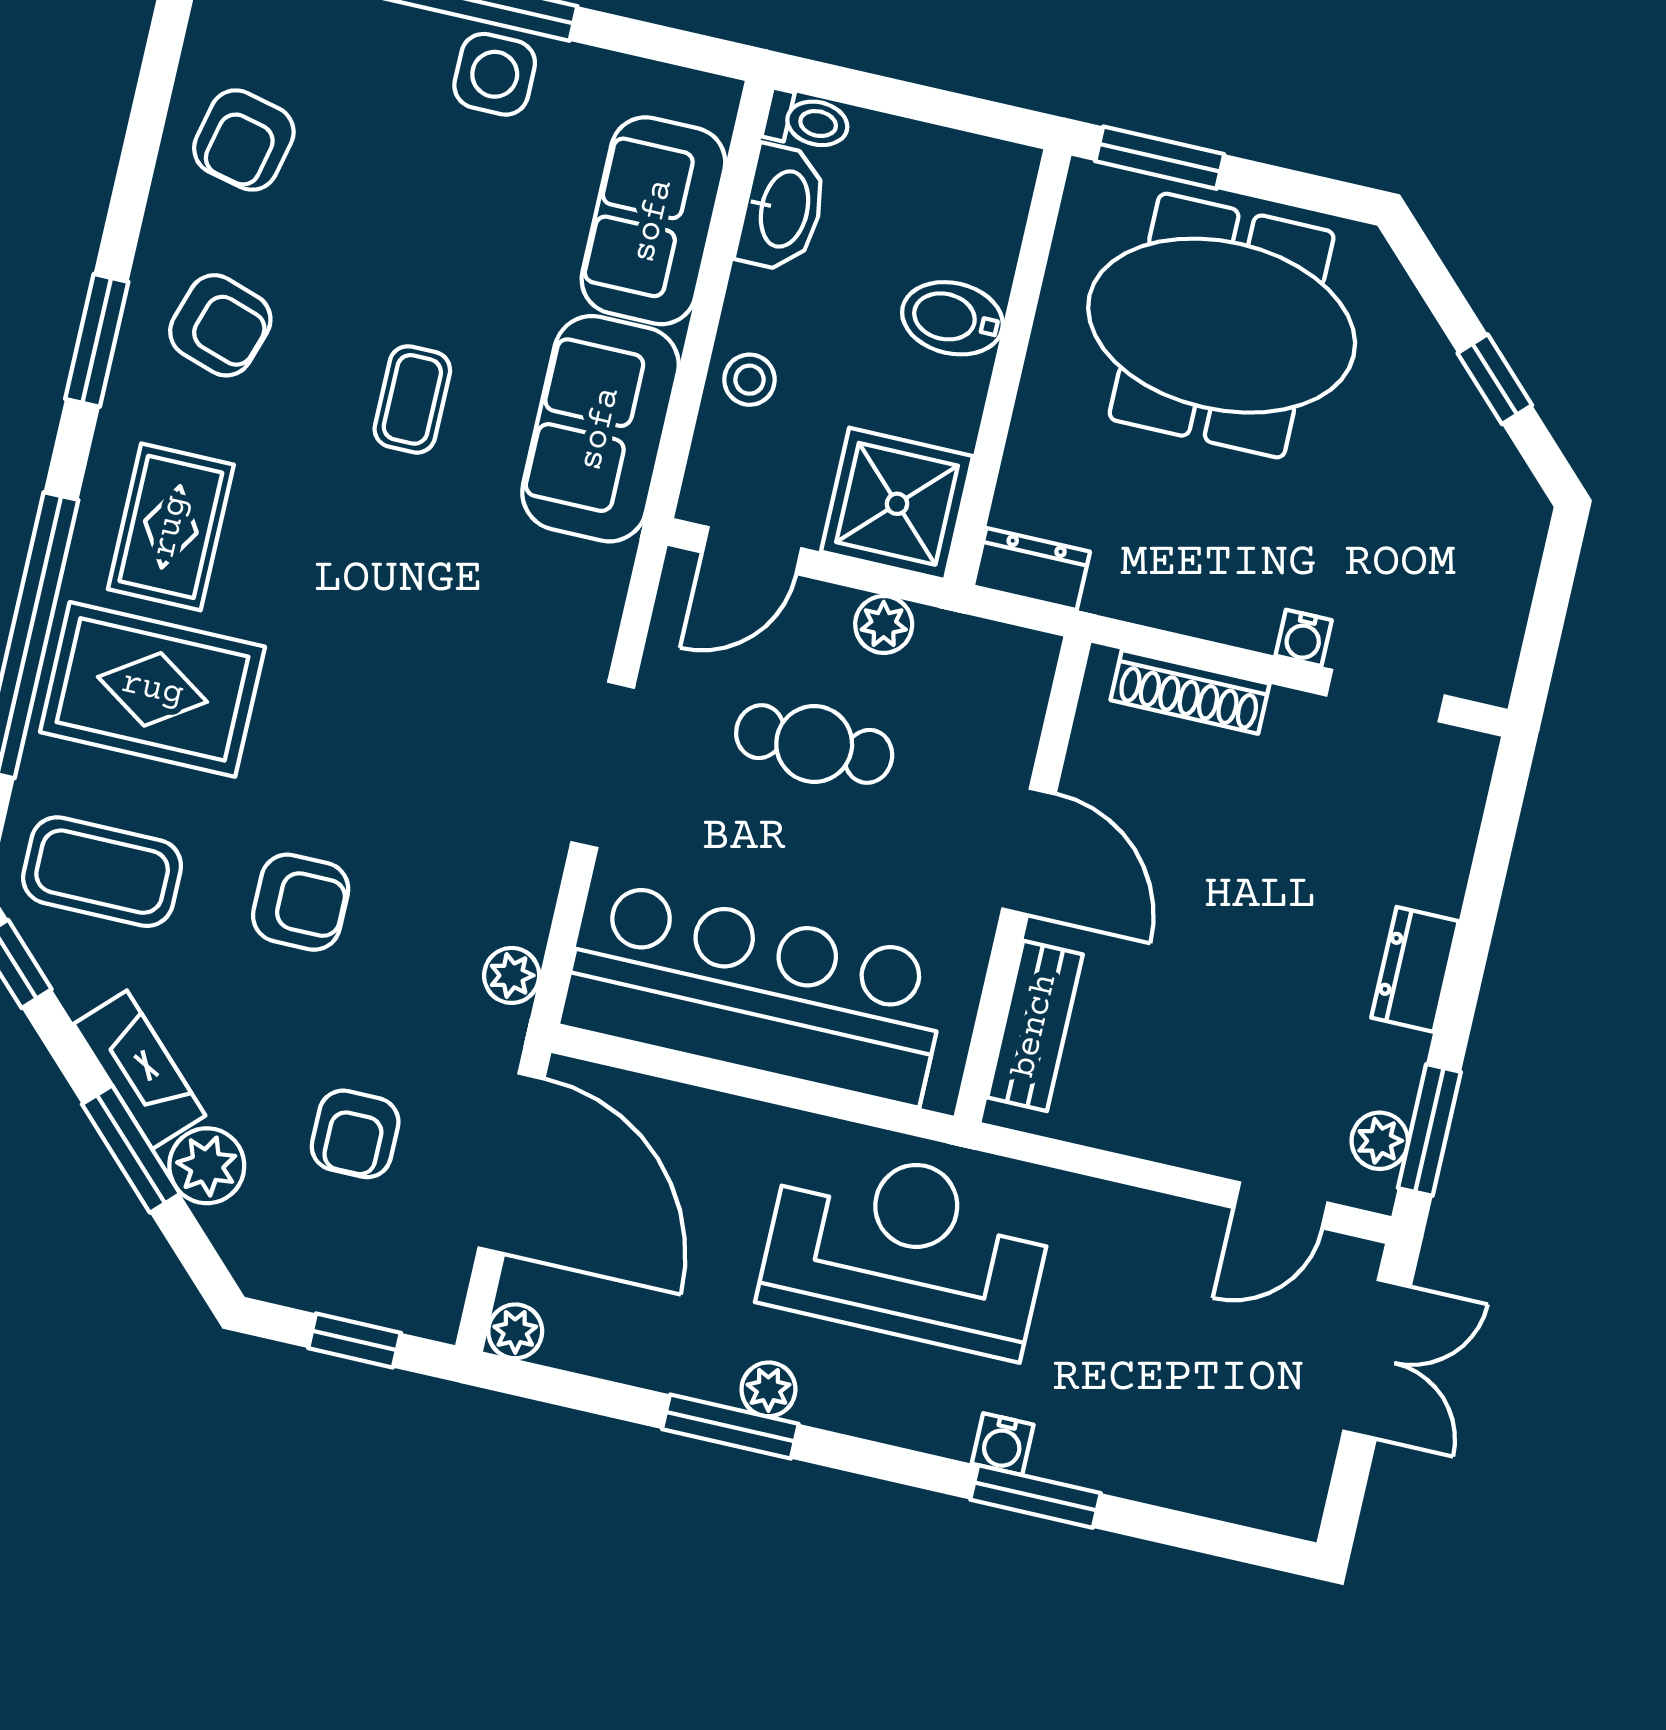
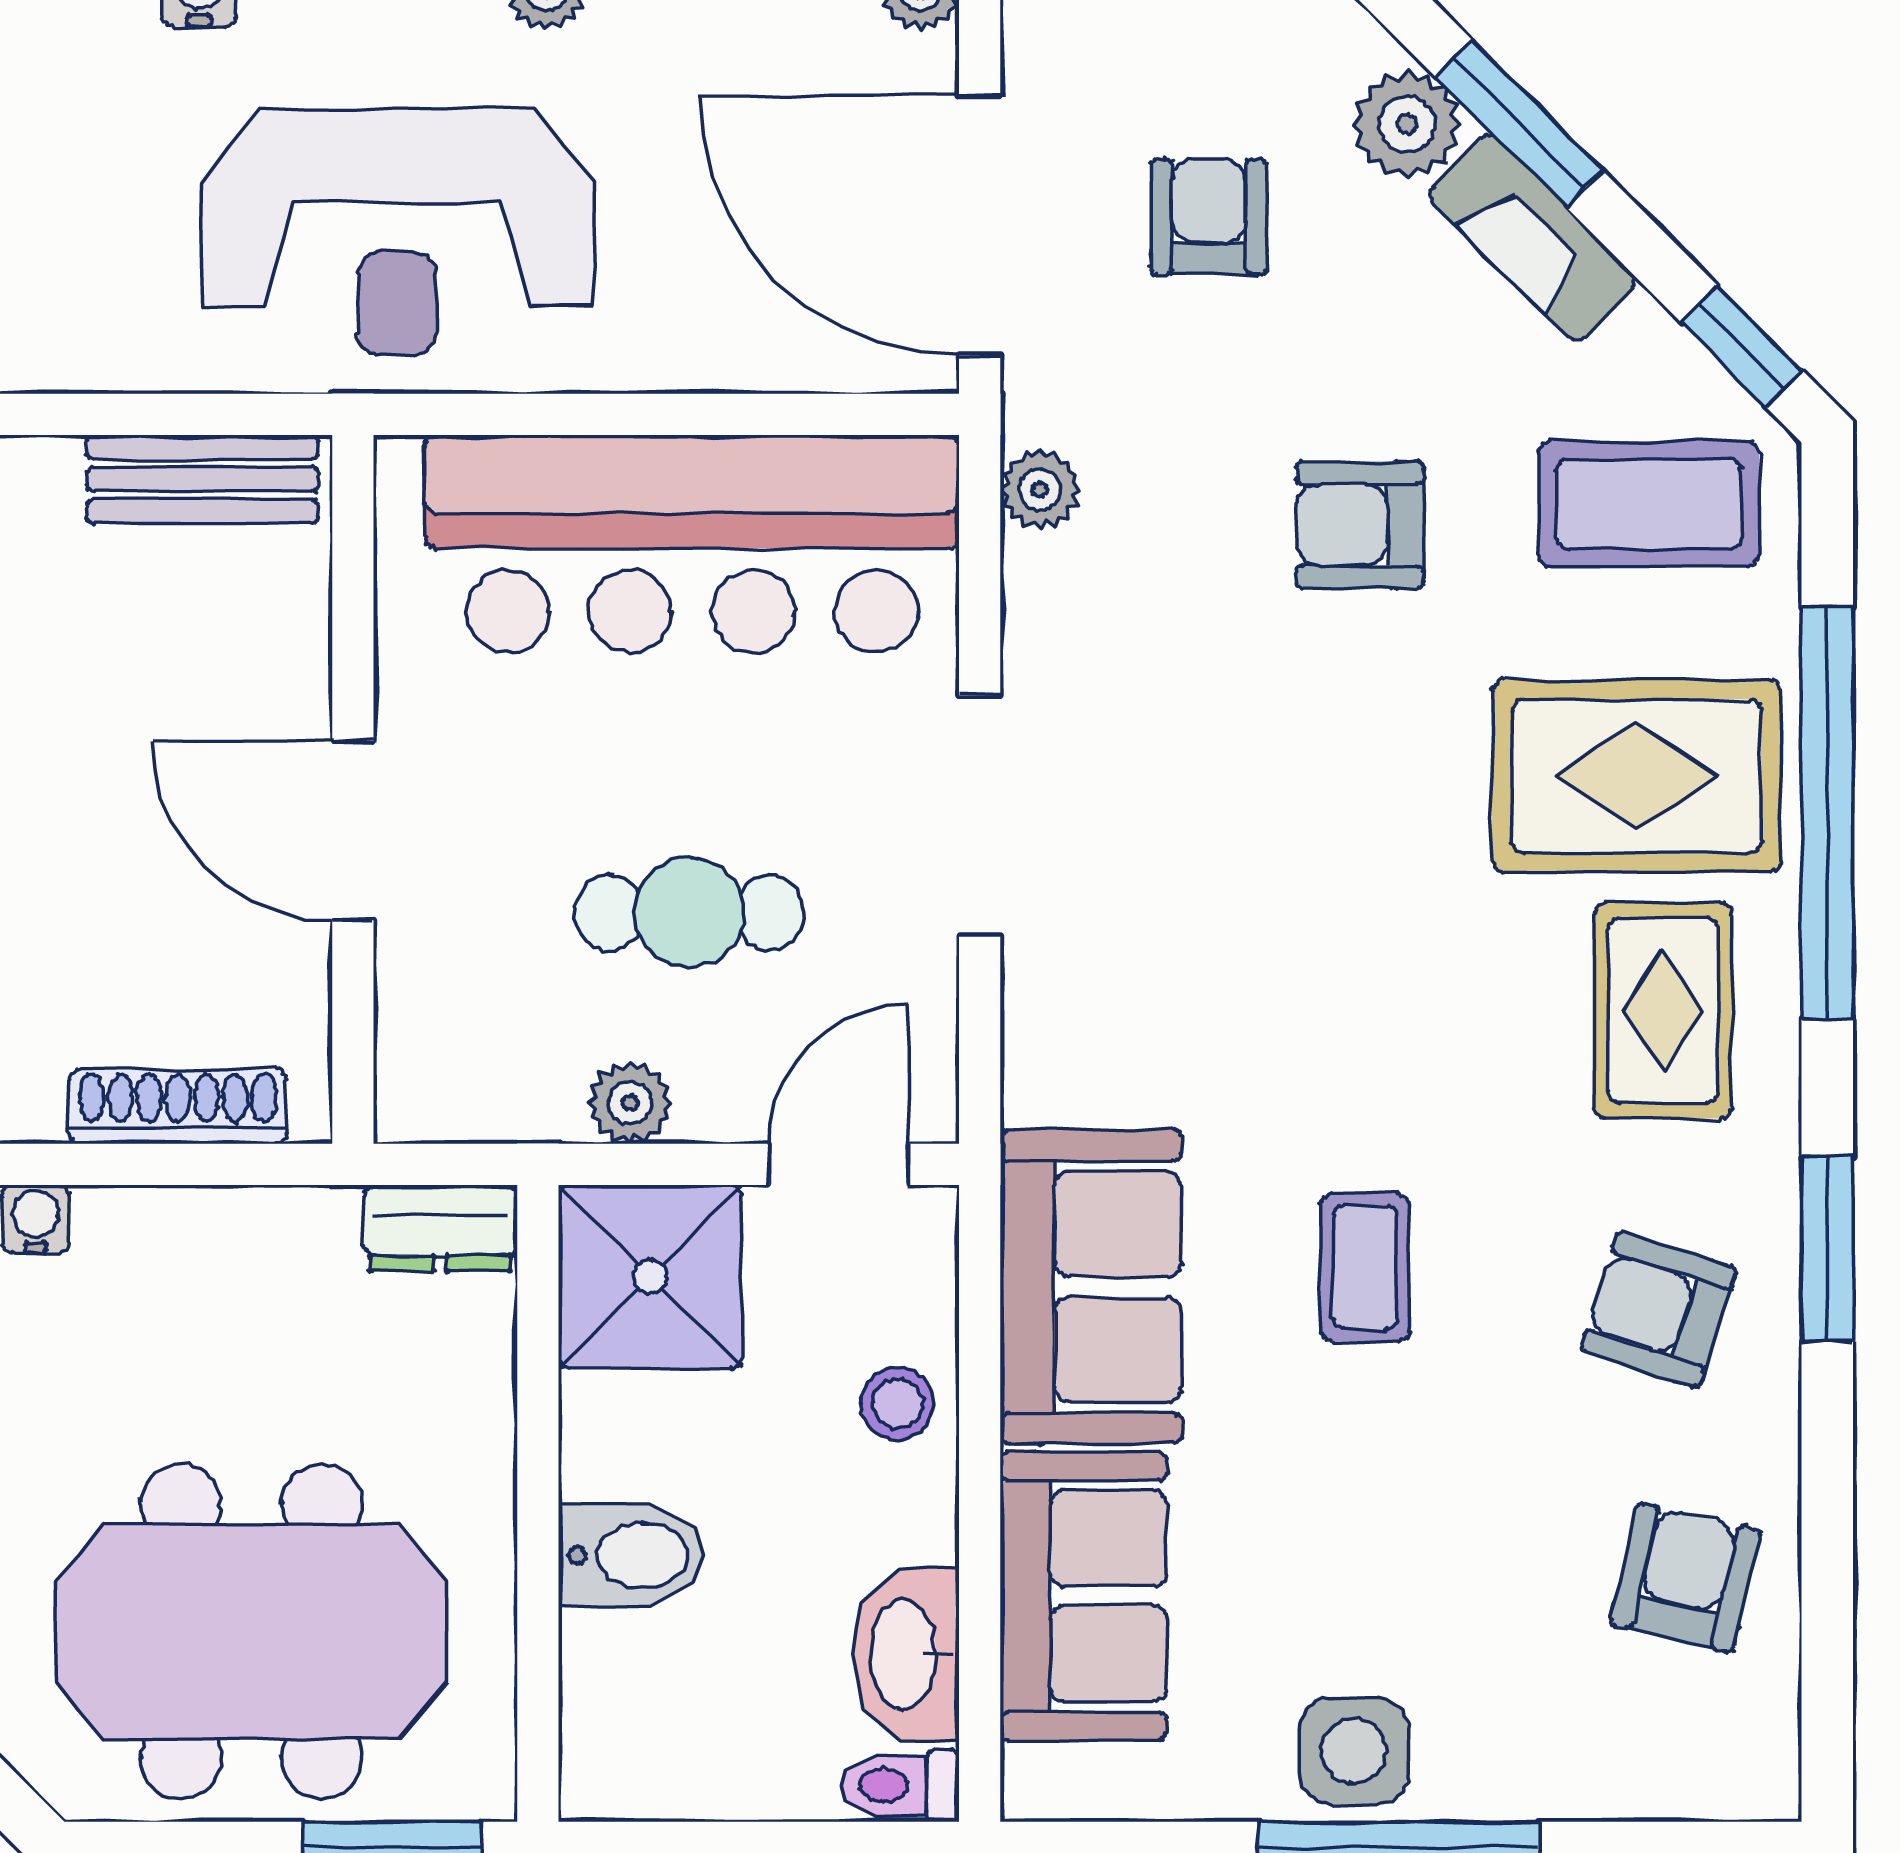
bench: (1035, 1026) -> (202, 479), moved, turned 90

